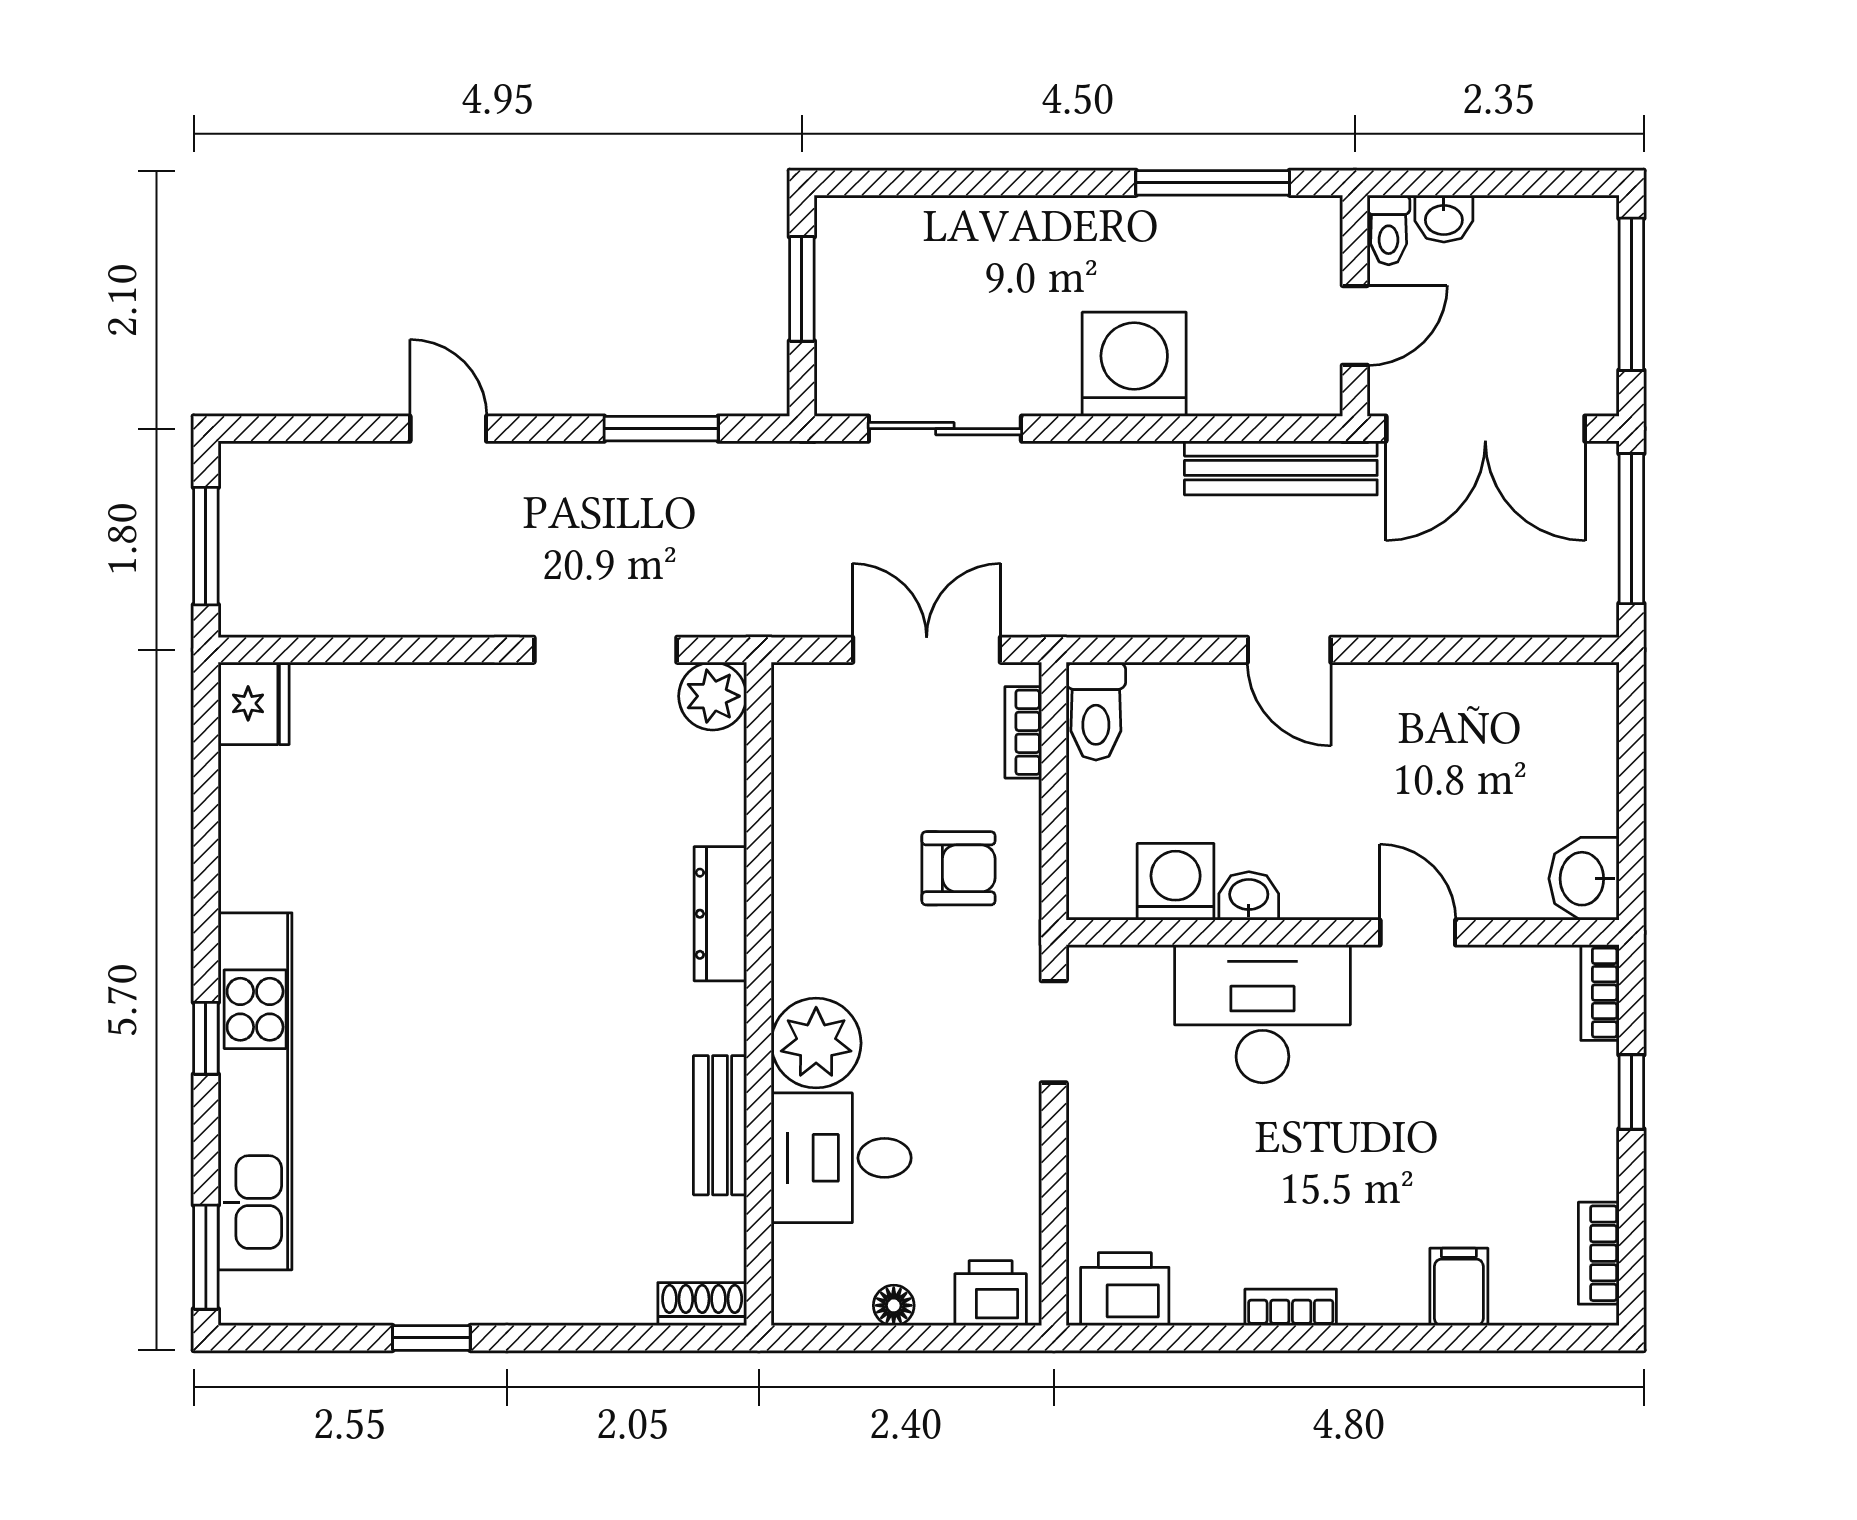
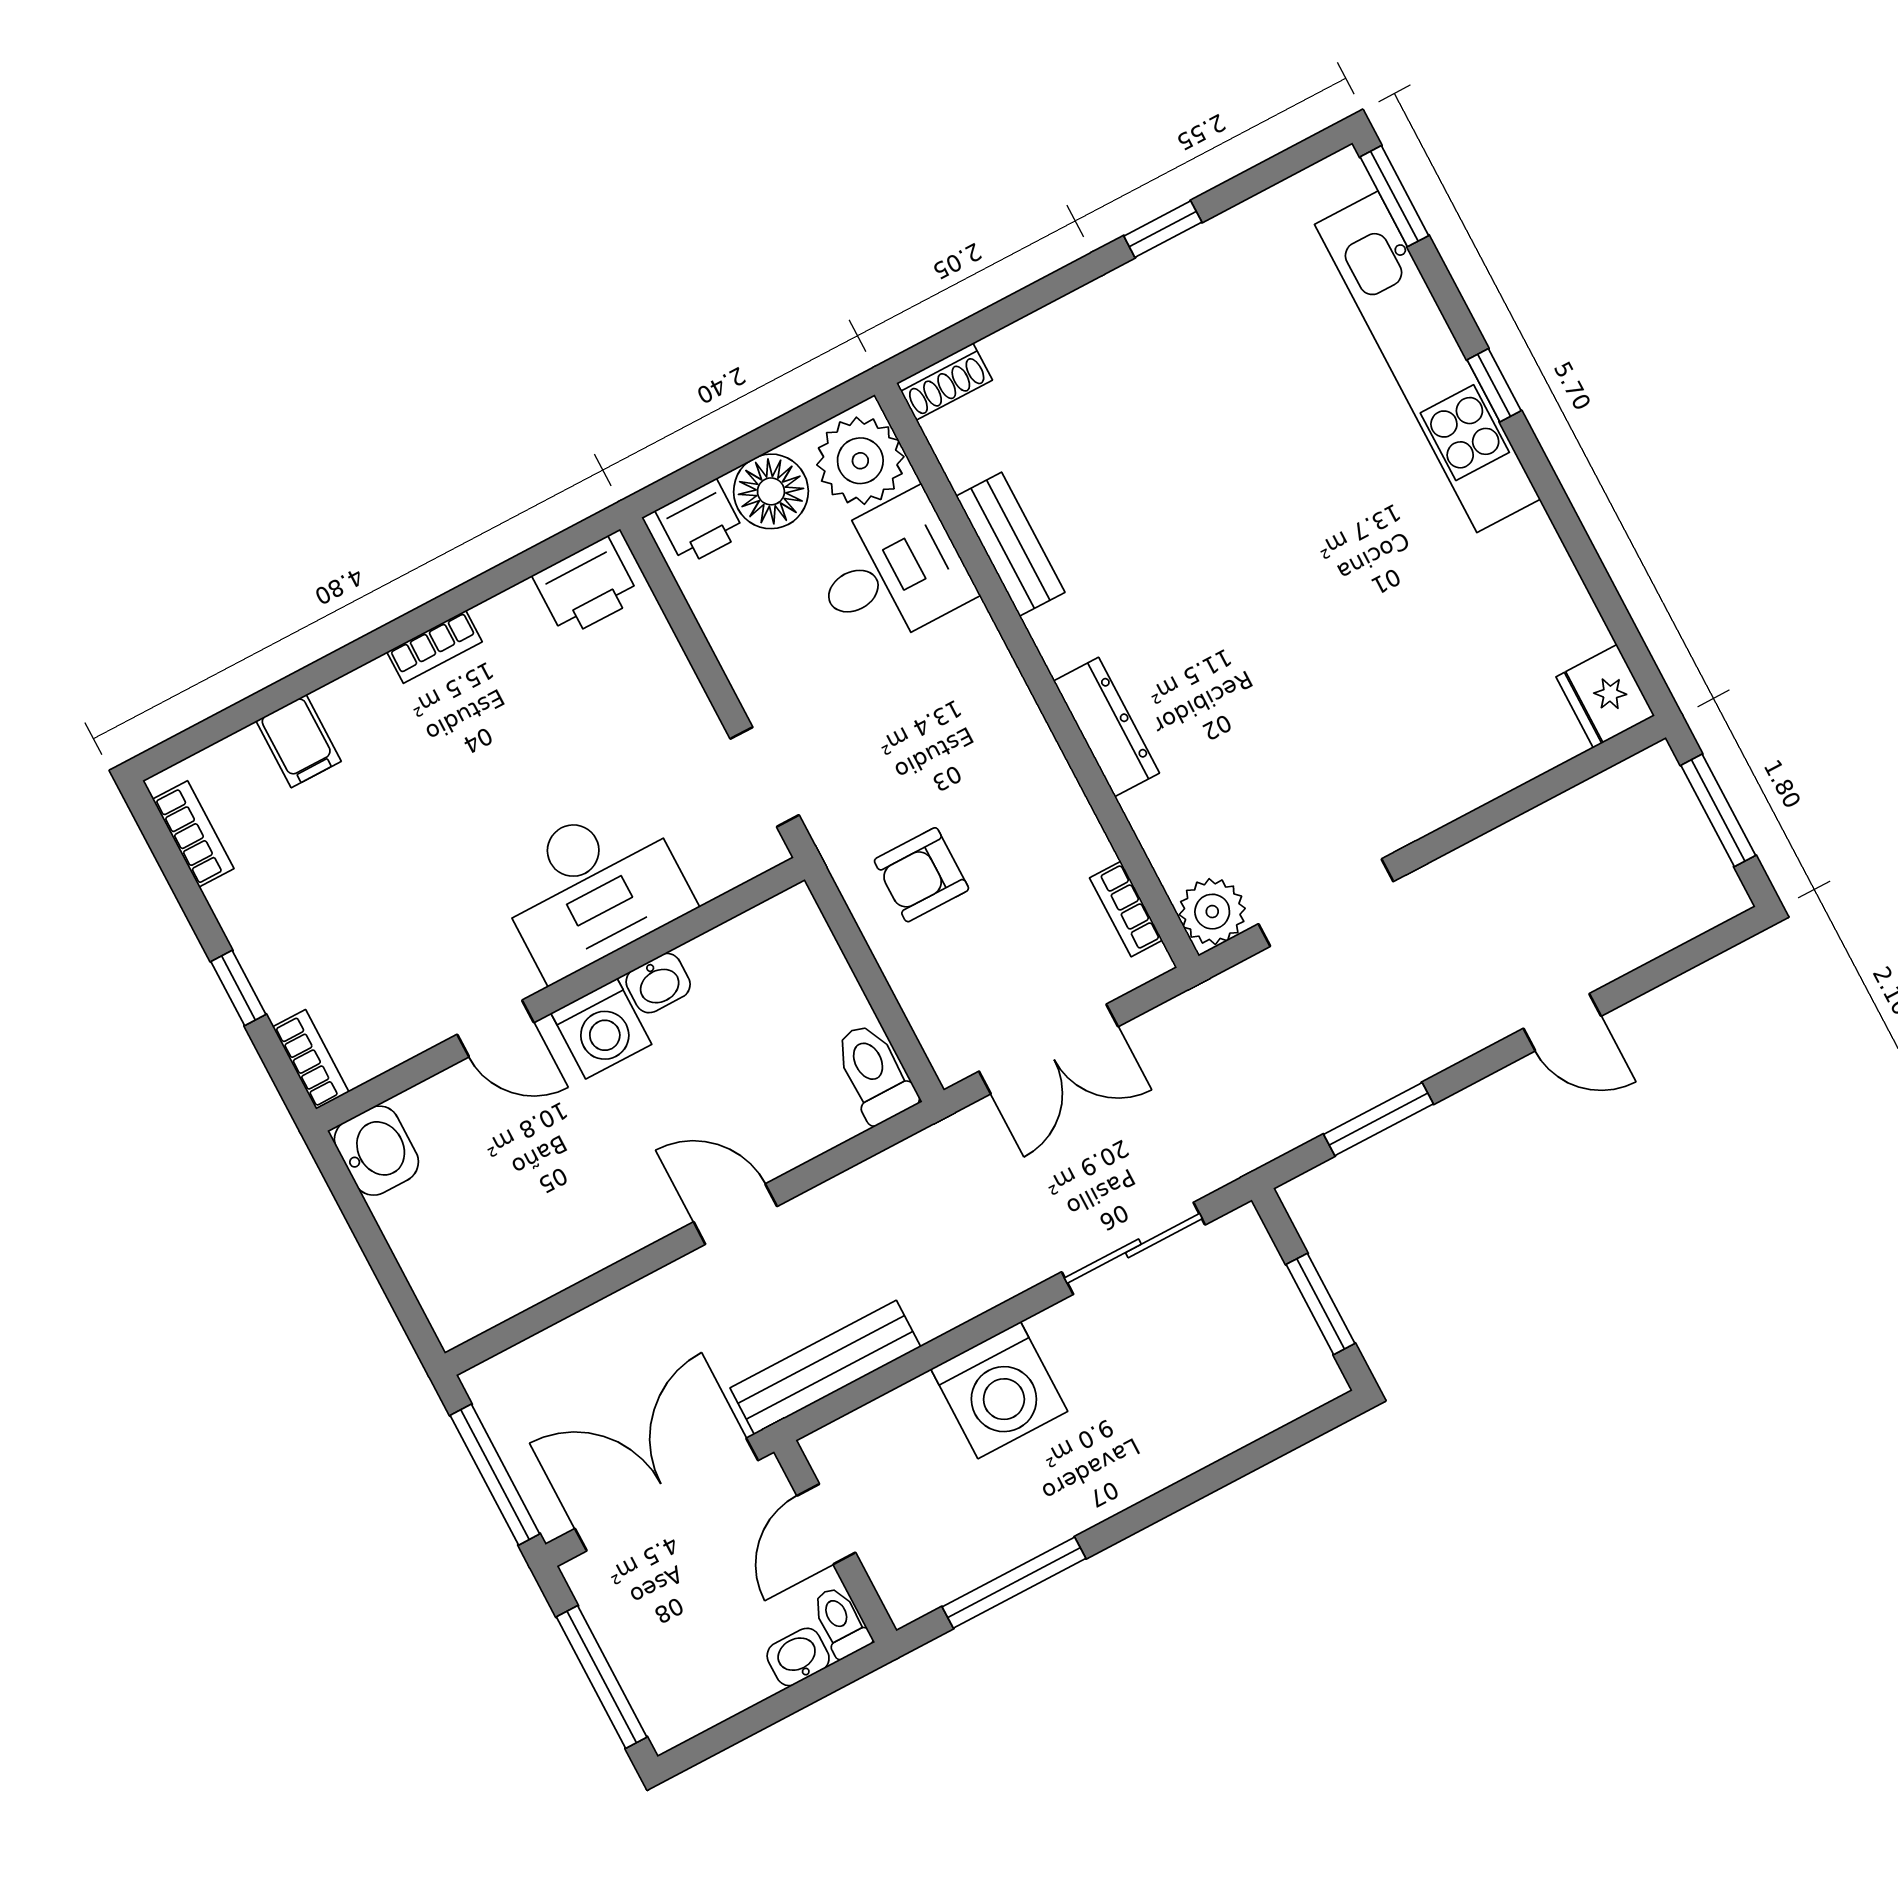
bookcase: (1023, 732) -> (1126, 909), moved, turned 180
washing machine: (1176, 882) -> (601, 1029), moved
plant: (816, 1043) -> (860, 461), moved
floor lamp: (894, 1305) -> (771, 491), width x1.89, depth x1.89

